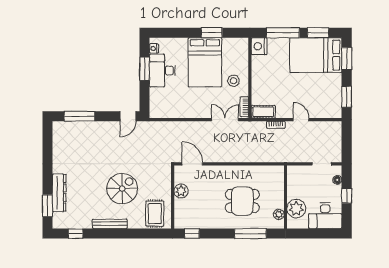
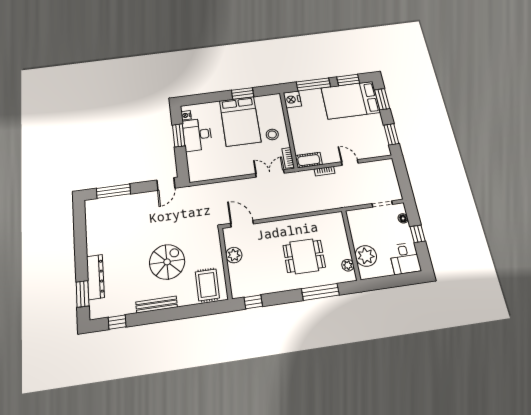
desk: (325, 216) -> (405, 258), width x0.73

